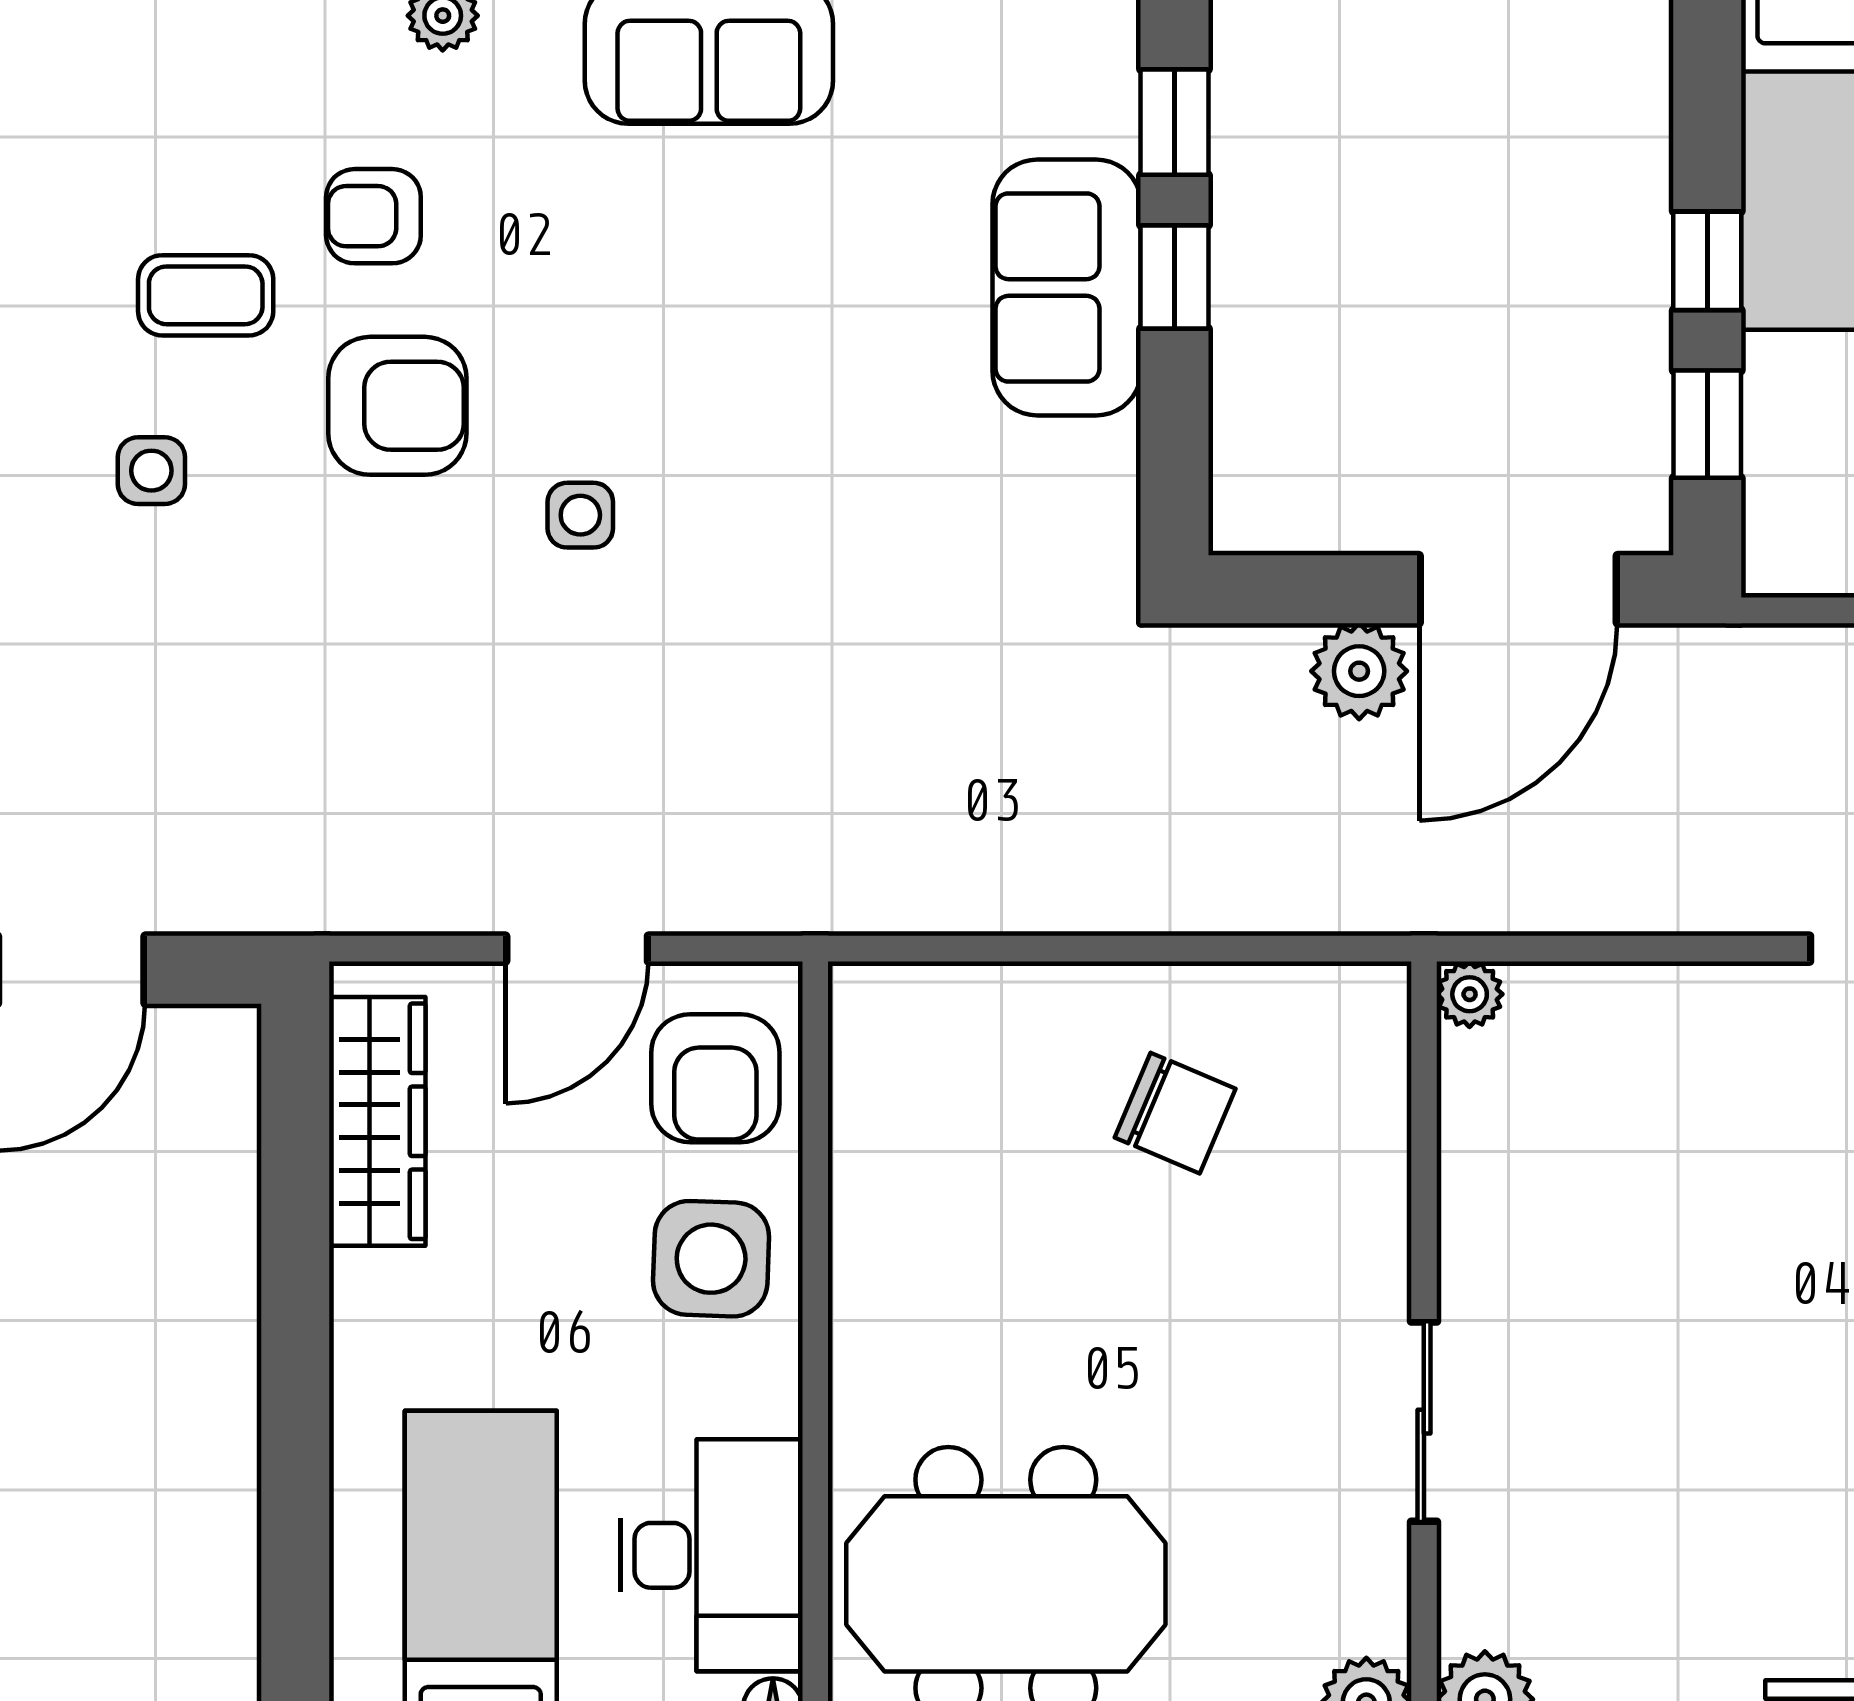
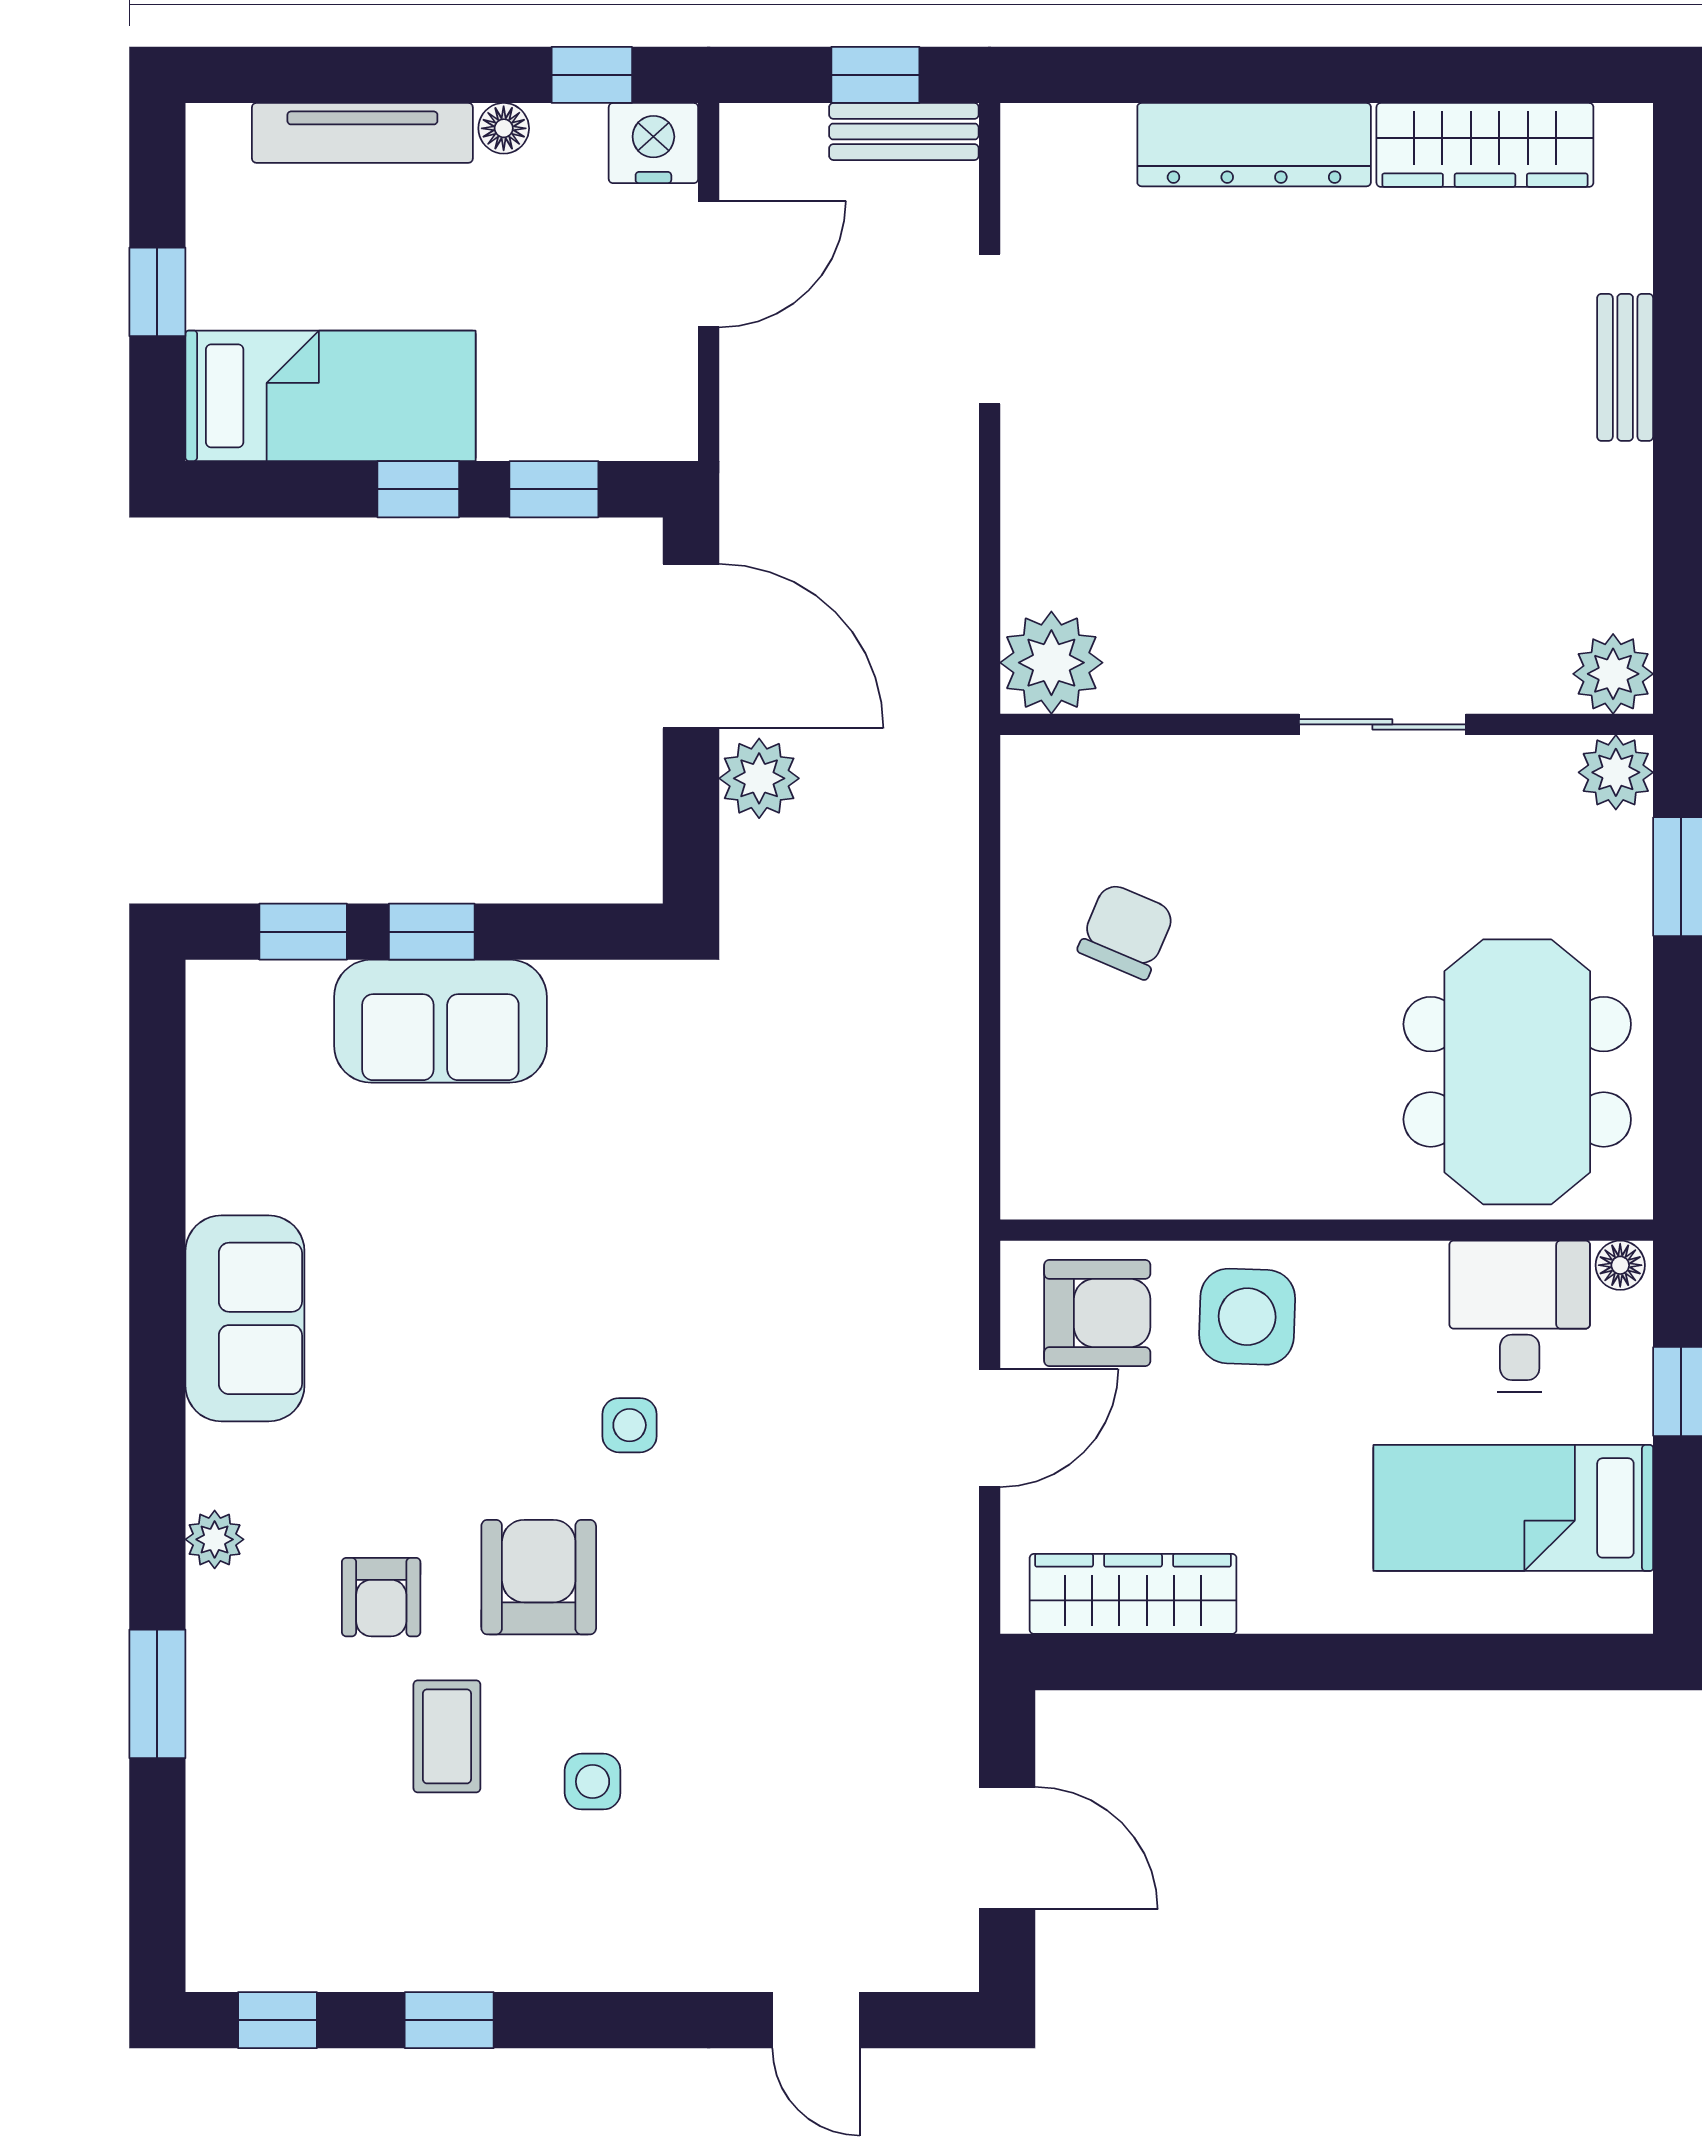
door: (577, 949) -> (990, 1428), hinge flipped
plant: (1470, 994) -> (1051, 663), width x1.87, depth x1.87
desk: (711, 1555) -> (1520, 1316), width x0.73

